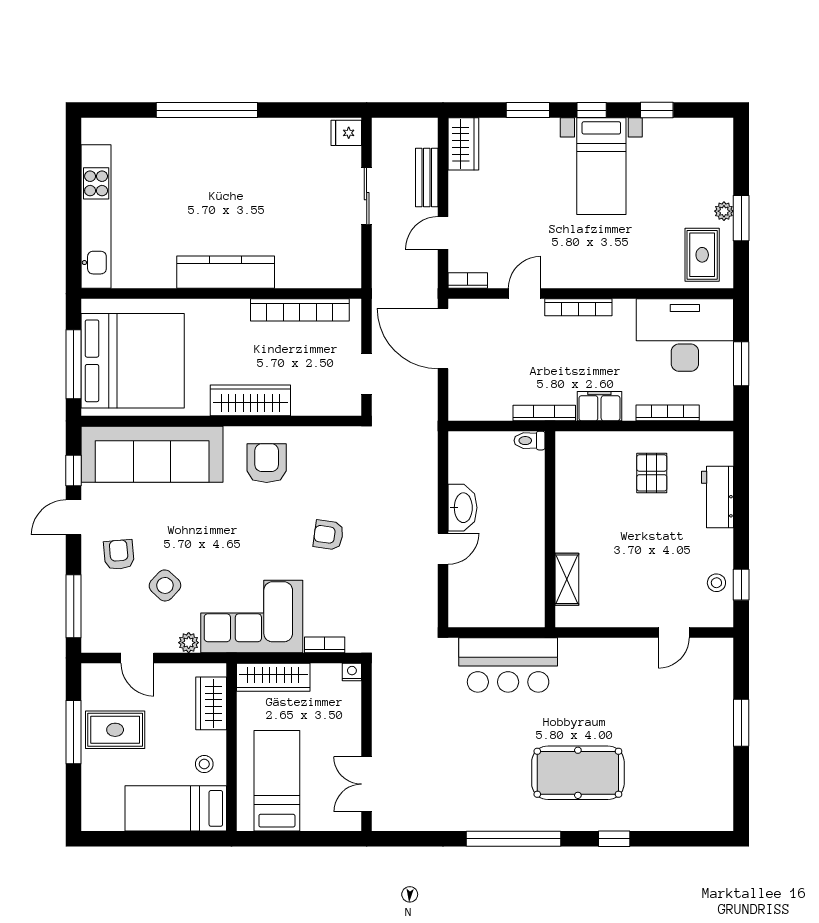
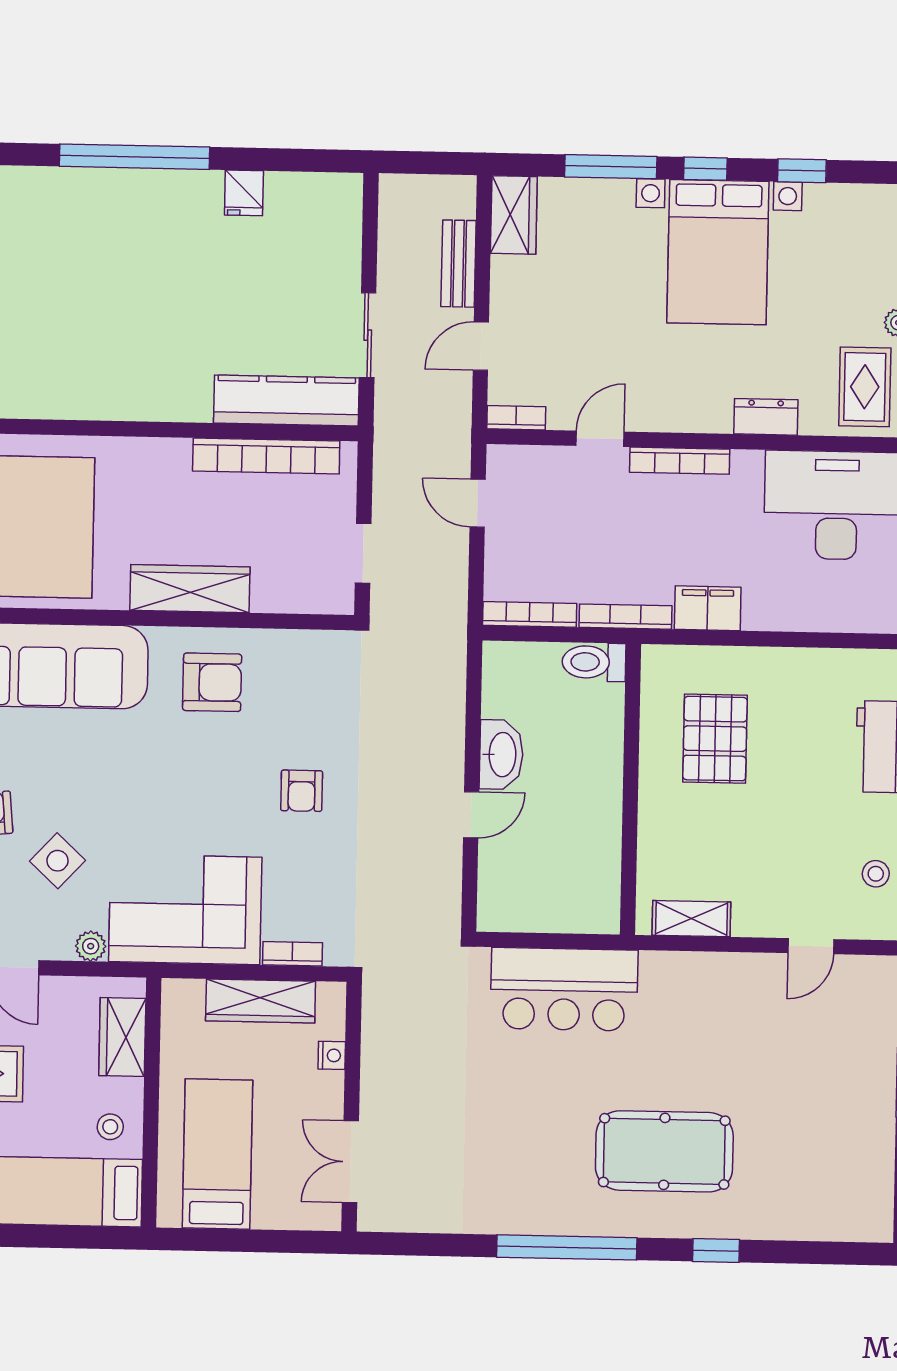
window: (528, 110) -> (611, 167), width x1.44
fridge: (346, 133) -> (244, 193), moved, turned -90
bed with nightstands: (601, 166) -> (718, 252), width x1.36
sliding door: (367, 196) -> (368, 335), moved
kitchen counter: (226, 272) -> (286, 400), moved
dresser: (636, 276) -> (766, 417), added
door: (443, 339) -> (478, 503), width x0.53
bookcase: (668, 413) -> (530, 614), moved
toilet: (530, 441) -> (594, 662), width x1.37, depth x1.39
armchair: (267, 463) -> (212, 682), turned 90
pallet: (652, 473) -> (715, 739), moved, width x1.50, depth x1.42
armchair: (328, 535) -> (302, 791), turned -98
shelving: (567, 579) -> (691, 919), moved, turned 90
nightstand: (352, 672) -> (332, 1055), moved, turned 90
wardrobe: (273, 677) -> (261, 1001), moved

